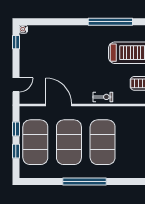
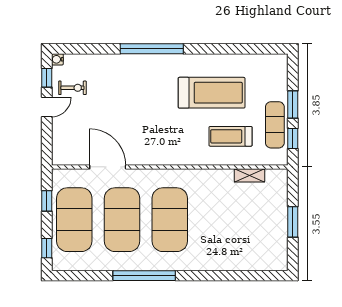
window: (110, 22) -> (152, 49), moved
door: (16, 85) -> (47, 107), moved
exercise bike: (103, 97) -> (72, 88), moved
window: (16, 151) -> (47, 248), moved

